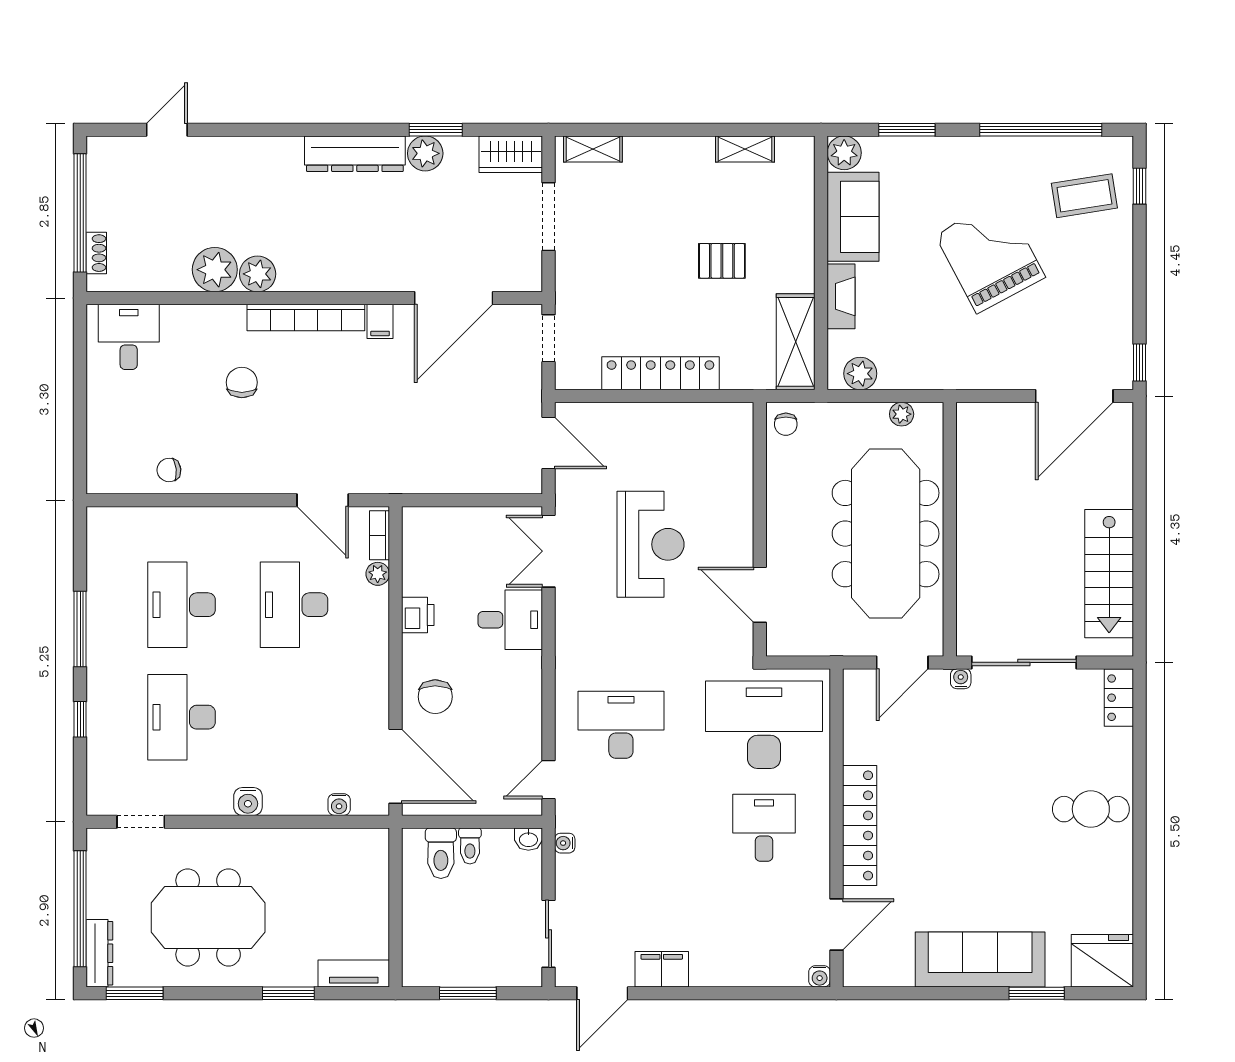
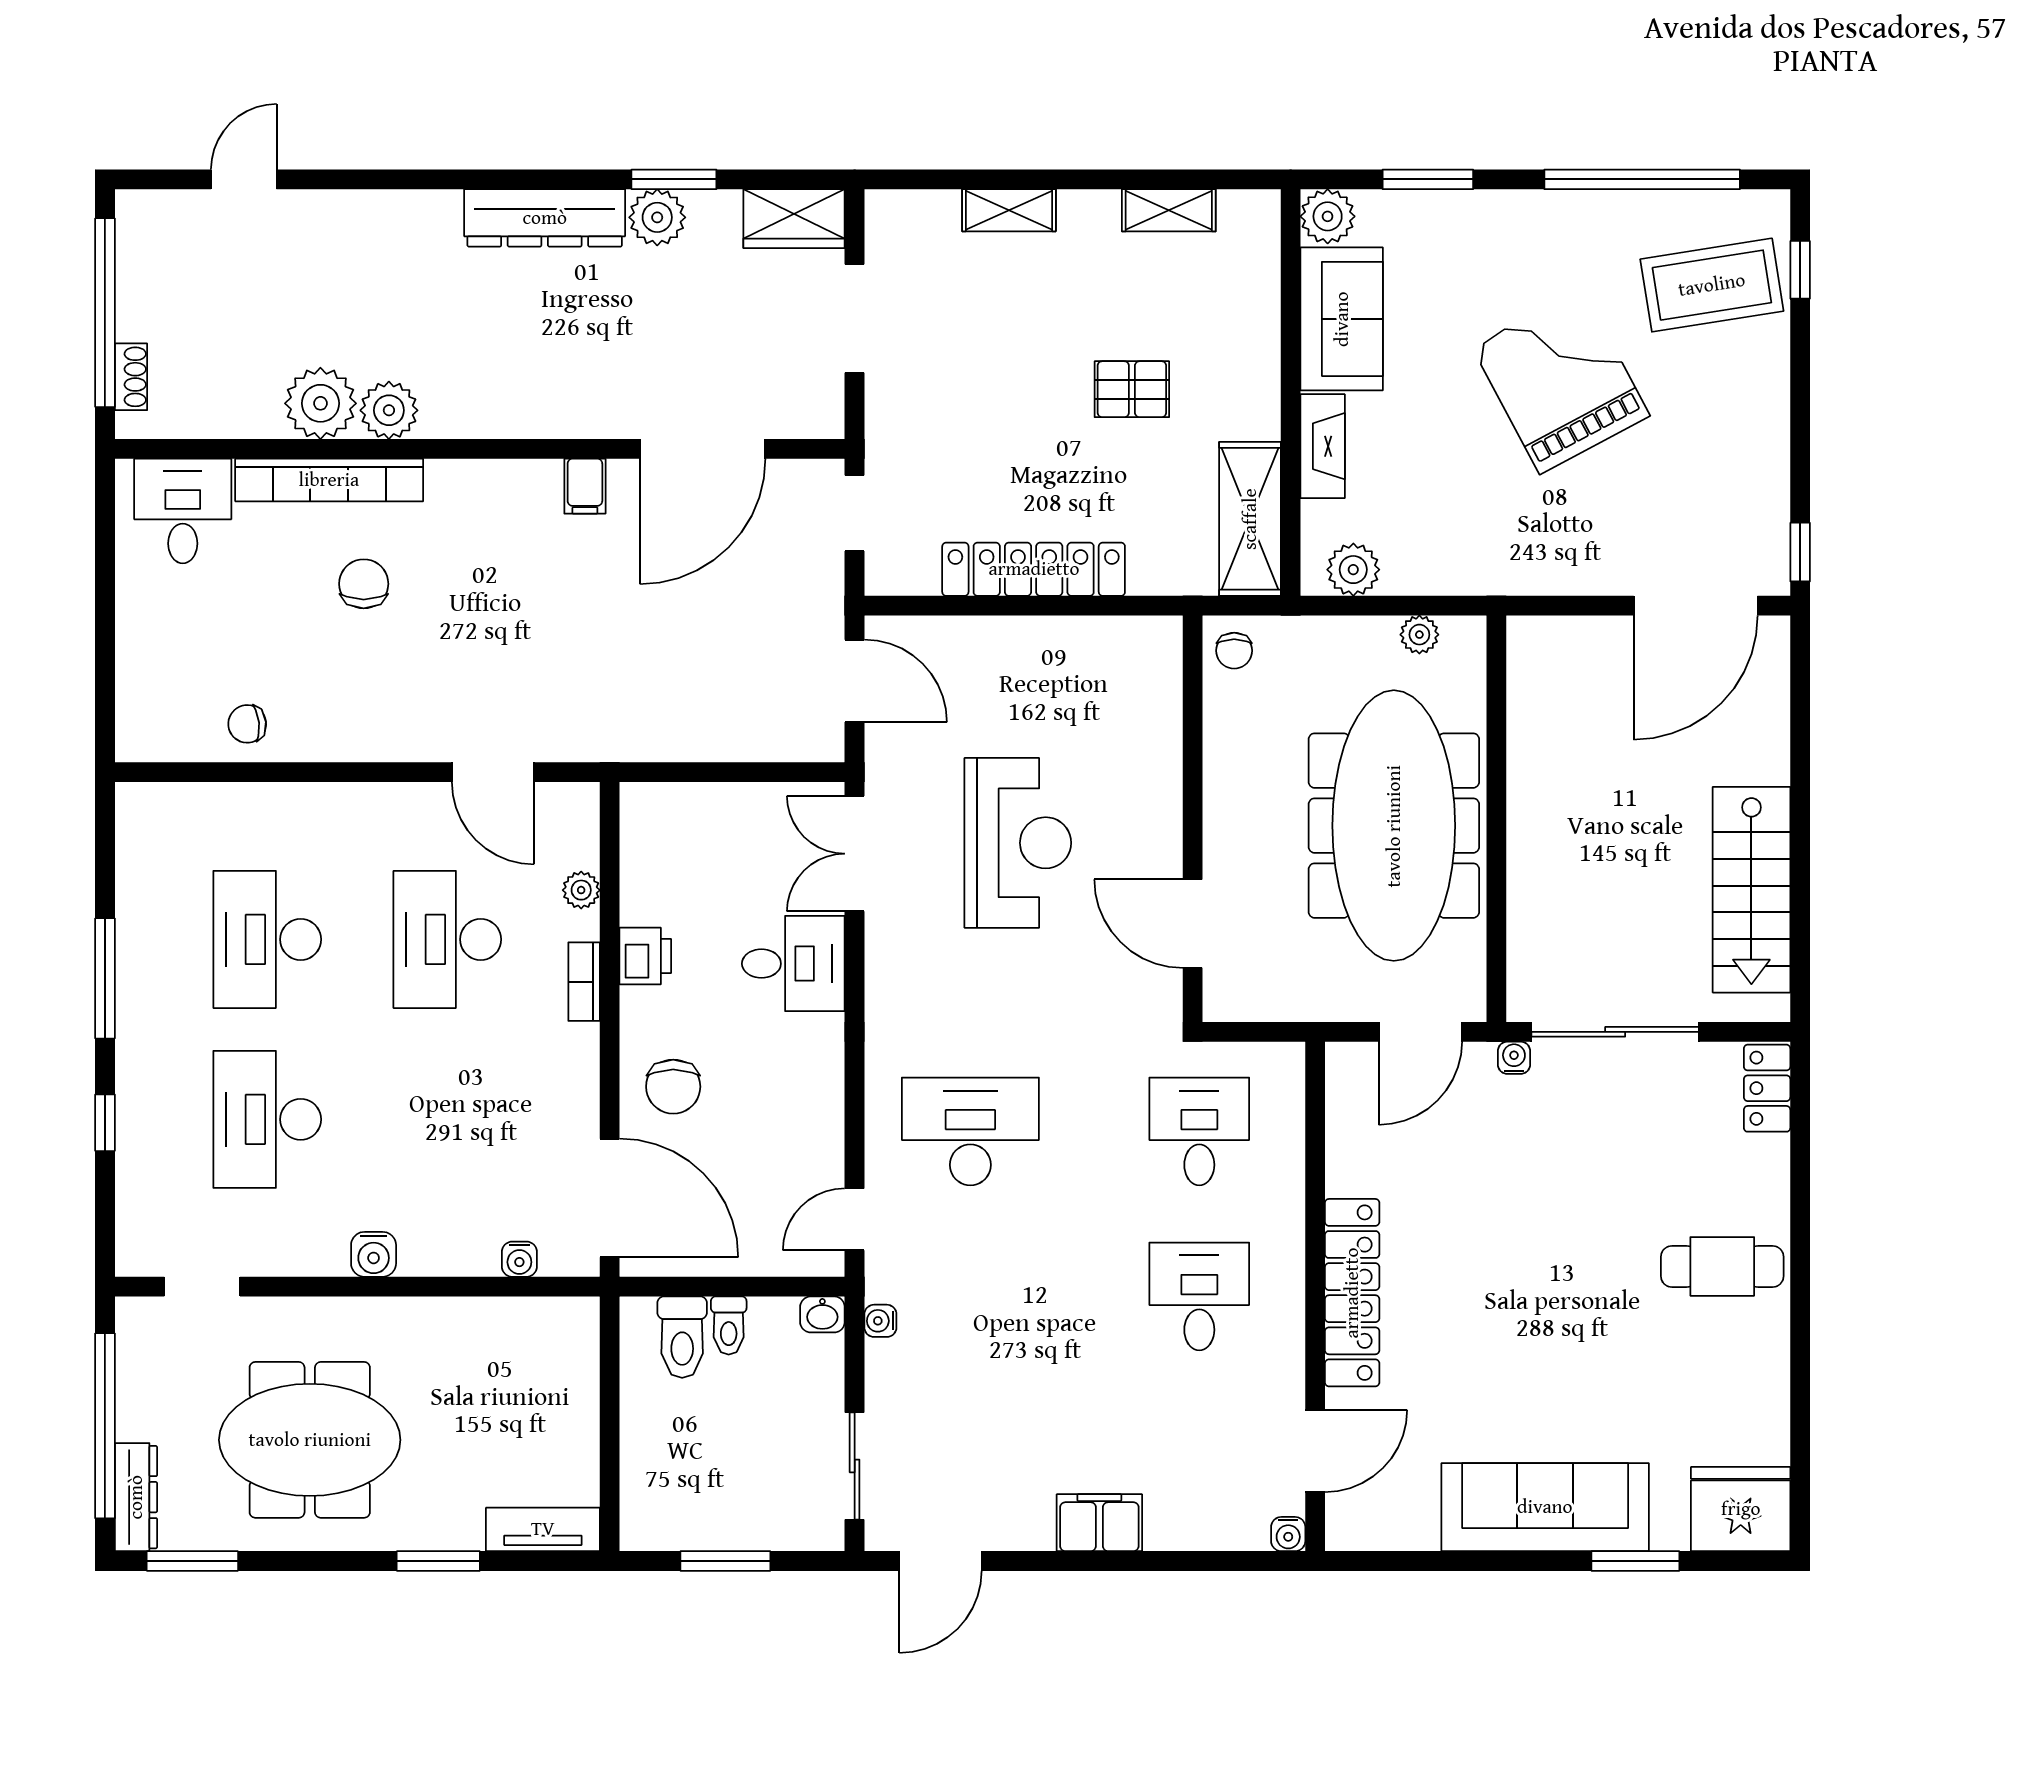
shelving: (593, 149) -> (1009, 210), moved
coffee table: (1084, 196) -> (1712, 285), width x1.36, depth x1.32
bookcase: (306, 318) -> (329, 480), moved
bookcase: (380, 535) -> (584, 982), moved
desk: (764, 725) -> (1199, 1131), width x0.53, depth x0.77
filing cabinet: (662, 969) -> (1099, 1523), moved

